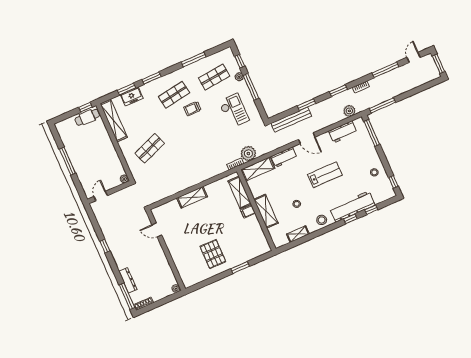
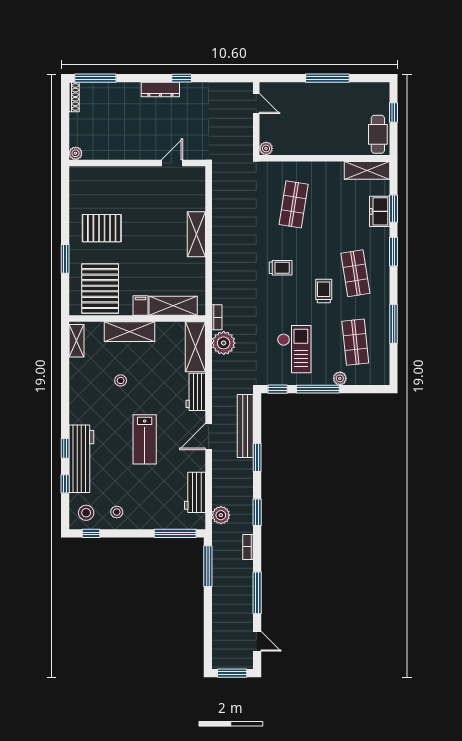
window: (240, 61) -> (278, 389), moved
window: (85, 107) -> (394, 112), moved
checkout: (234, 111) -> (294, 349), turned -90
shelving: (114, 120) -> (367, 170), width x0.68
trolley: (190, 140) -> (281, 268), added
shop shelf: (150, 148) -> (294, 204), turned 30
stool: (322, 220) -> (86, 513), moved
shelving: (298, 234) -> (76, 341), moved
pallet: (248, 239) -> (100, 289), added
dresser: (128, 280) -> (160, 89), moved

